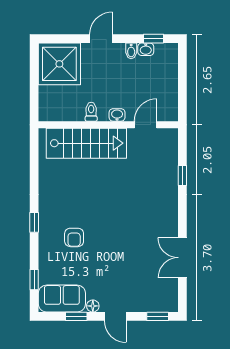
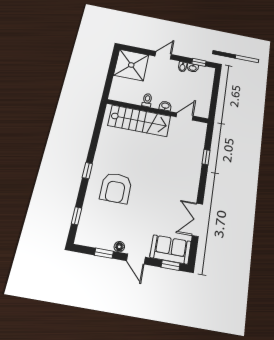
armchair: (74, 237) -> (116, 188), width x1.88, depth x1.88
sofa: (62, 299) -> (171, 249), moved

